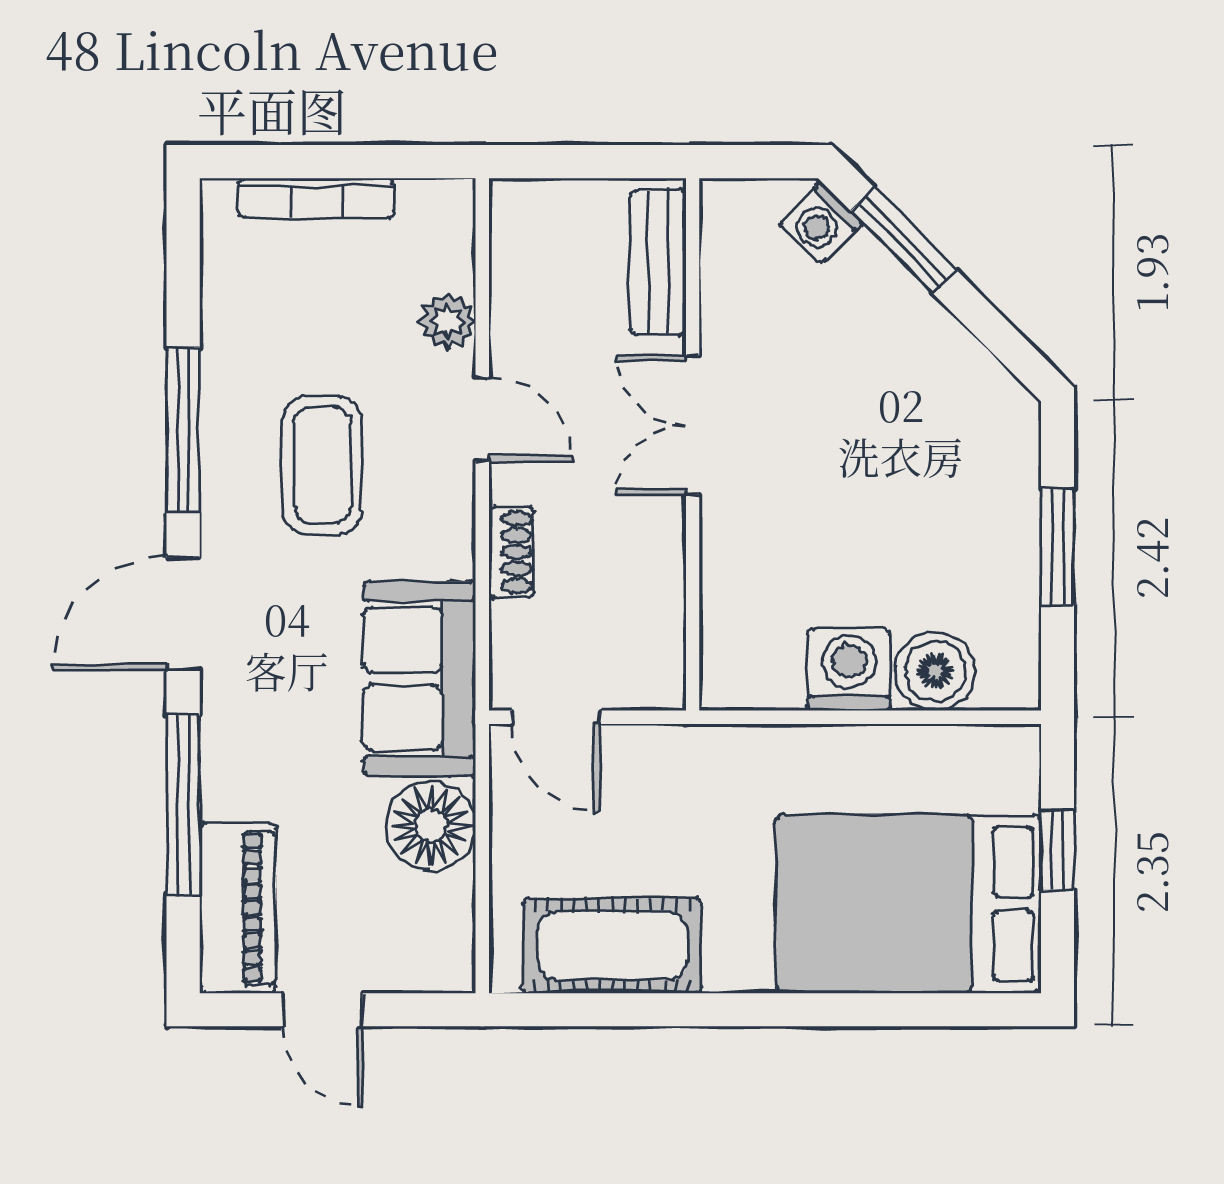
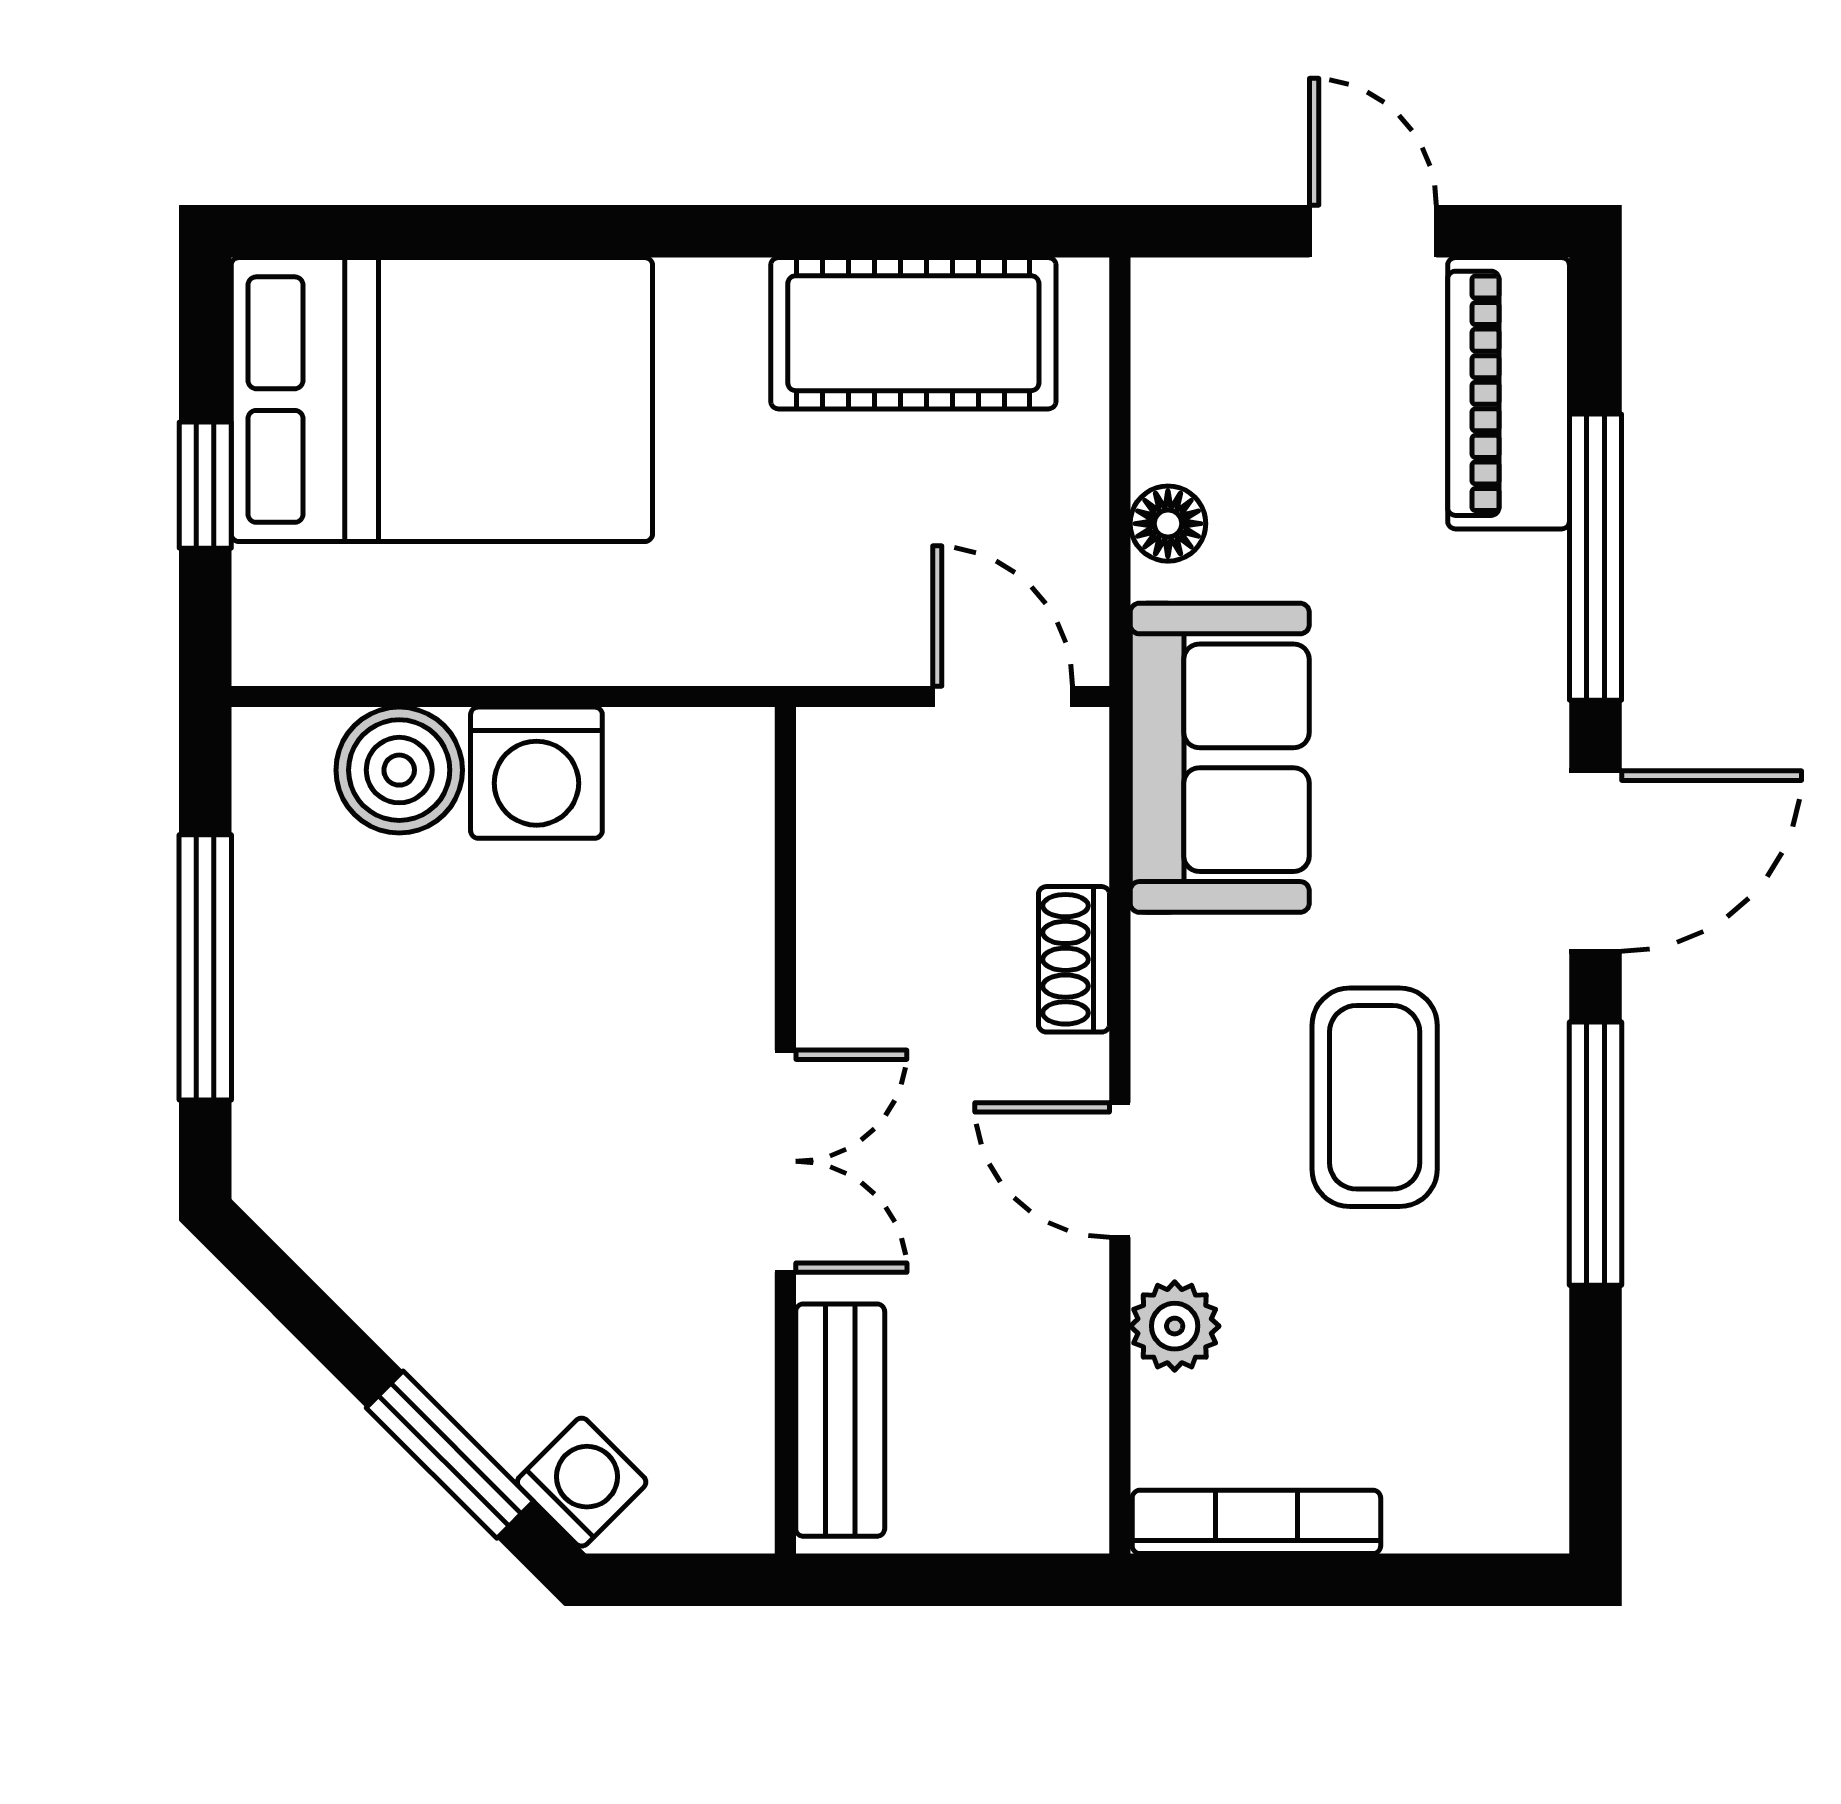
bookcase: (316, 198) -> (1256, 1522), moved
window: (1057, 547) -> (205, 967), width x1.44
floor lamp: (431, 826) -> (1168, 524), width x0.53, depth x0.53

